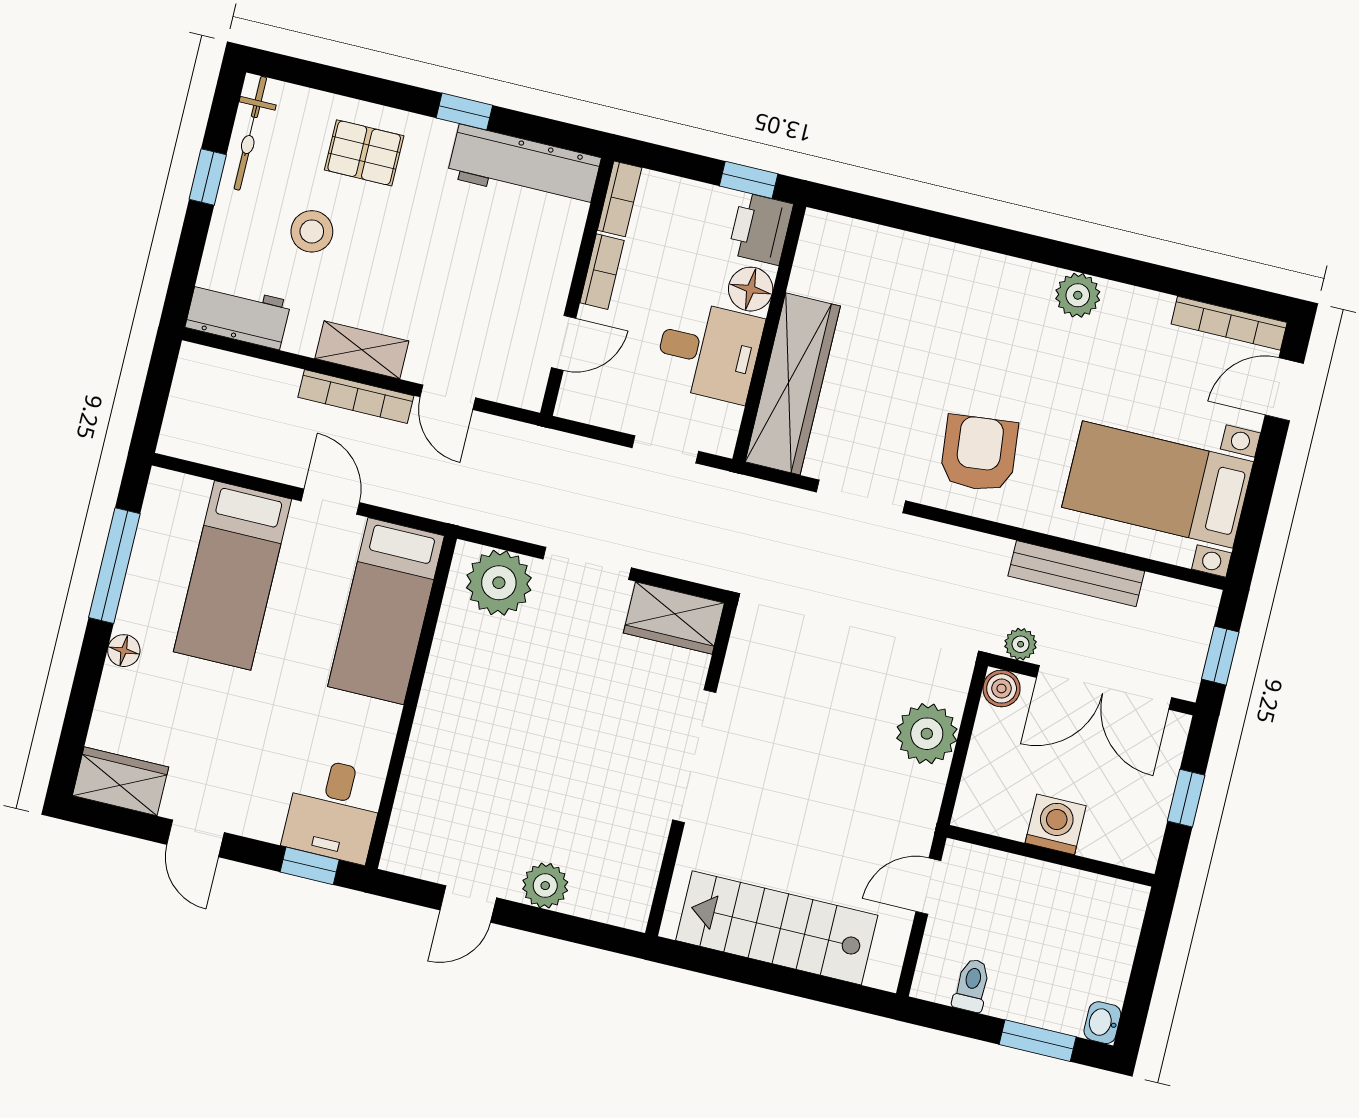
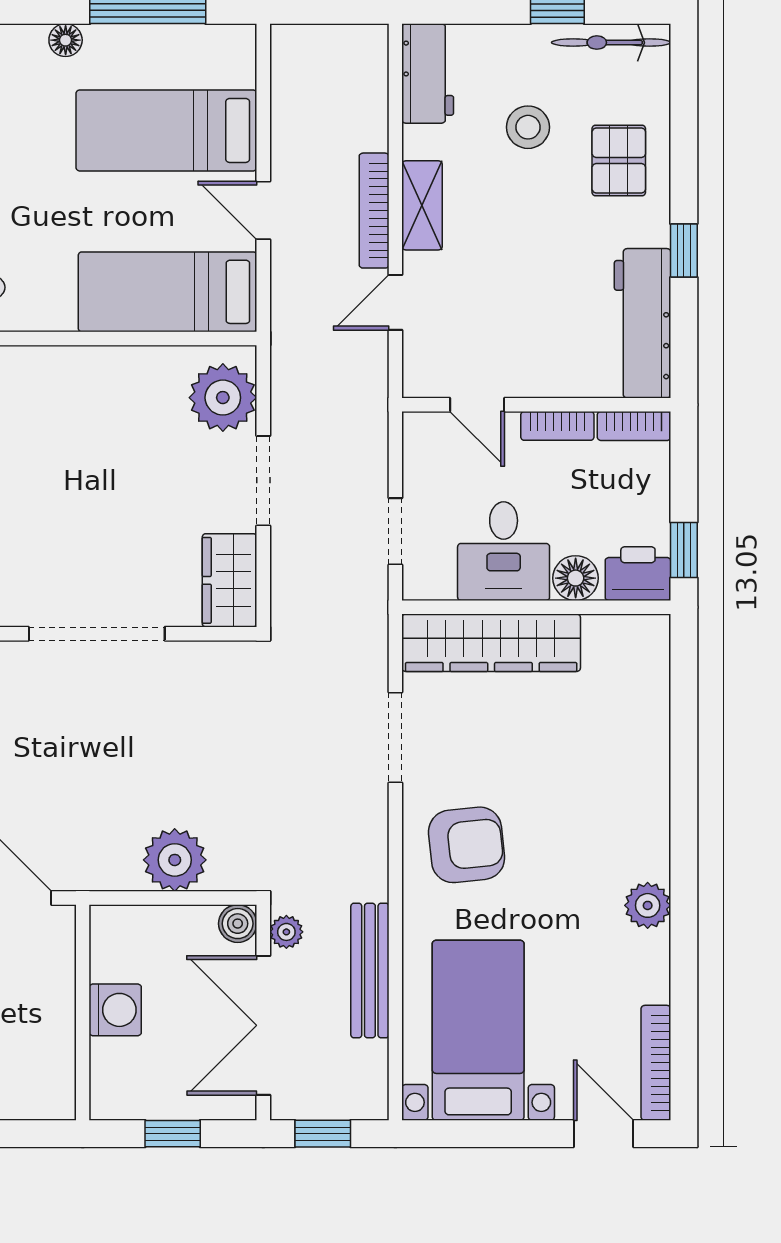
door: (330, 502) -> (263, 210), swing flipped

